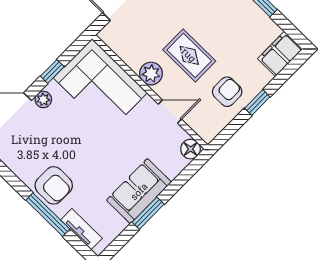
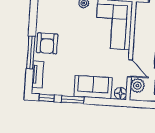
plant: (151, 74) -> (137, 86), moved
sofa: (139, 191) -> (93, 87), moved
window: (119, 243) -> (47, 98), added

